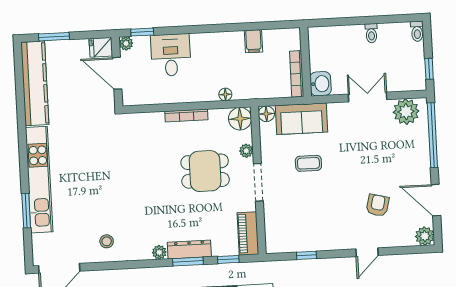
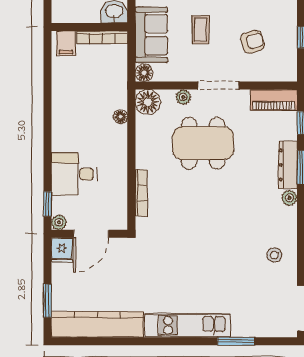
filing cabinet: (253, 41) -> (66, 43), moved, turned 90
bookcase: (186, 115) -> (141, 193), moved
dining table: (205, 171) -> (203, 143), width x1.38
kitchen unit: (39, 180) -> (188, 325), width x0.73
armchair: (300, 211) -> (252, 42), added

